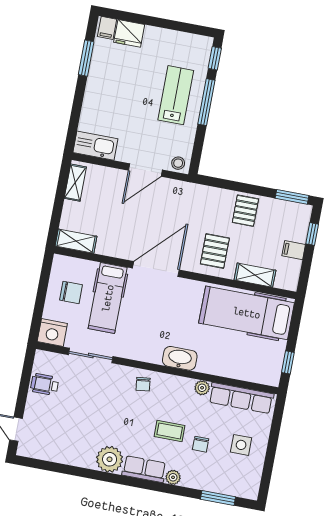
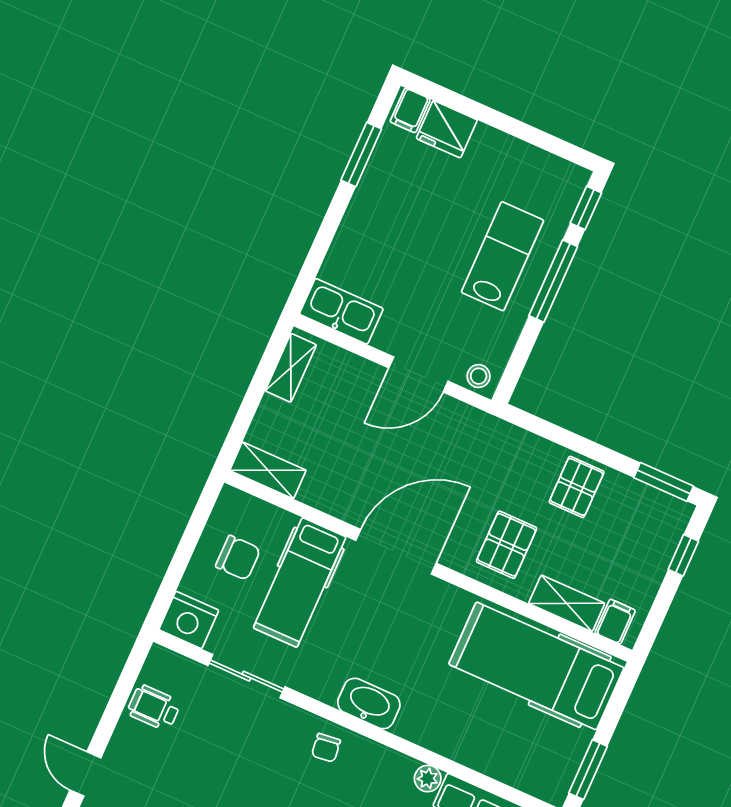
filing cabinet: (294, 250) -> (615, 622), moved, turned 90
washbasin: (180, 358) -> (369, 704), moved
window: (288, 362) -> (588, 770), width x1.50

